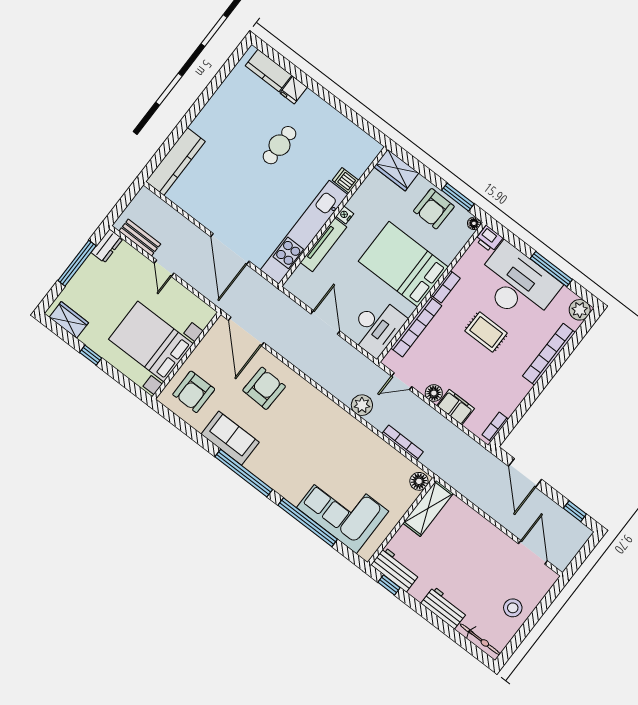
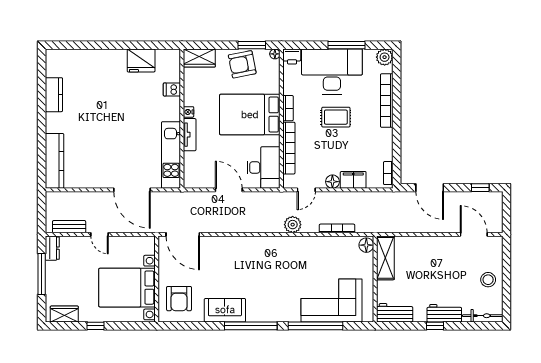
kitchen counter: (268, 70) -> (54, 95), moved, turned -90
fridge: (294, 90) -> (141, 60), moved, width x1.88, depth x1.34
cafe table: (280, 145) -> (113, 99), removed
armchair: (434, 209) -> (242, 64), turned 78
kitchen unit: (304, 232) -> (171, 155), width x0.73
tv unit: (324, 245) -> (190, 135), width x0.71
armchair: (264, 388) -> (222, 262), removed
window: (389, 585) -> (435, 326), moved

